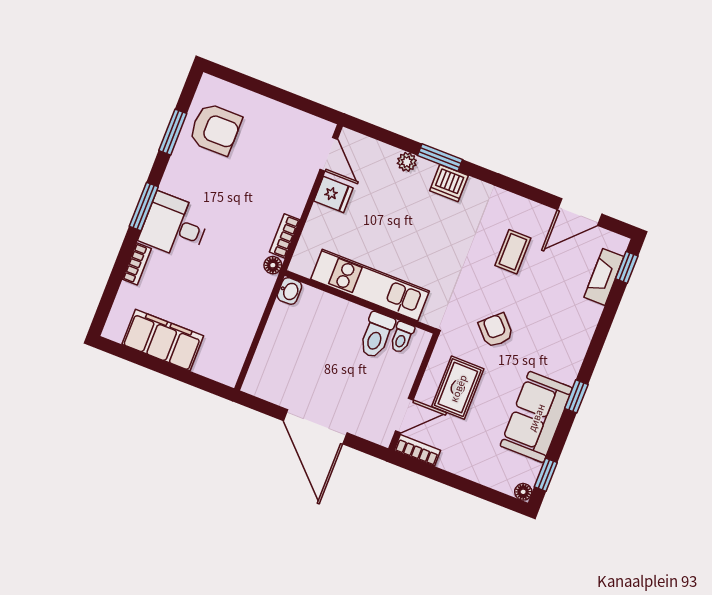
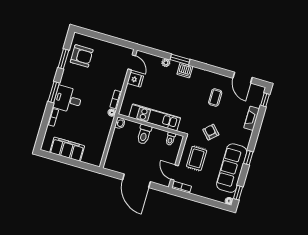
door: (580, 212) -> (243, 78), hinge flipped
fireplace: (604, 277) -> (252, 118), moved
toilet: (377, 335) -> (144, 134), moved
door: (404, 415) -> (175, 172), swing flipped
sofa: (536, 417) -> (232, 168), width x1.36

